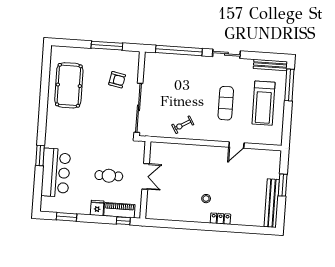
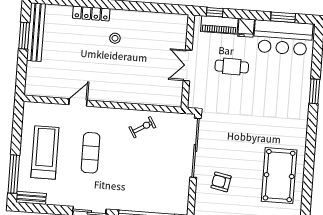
bench: (270, 65) -> (31, 198), width x0.73
bar counter: (56, 173) -> (283, 38), moved, turned -90
window: (283, 185) -> (24, 36), moved
locker: (220, 219) -> (91, 13), width x1.53

